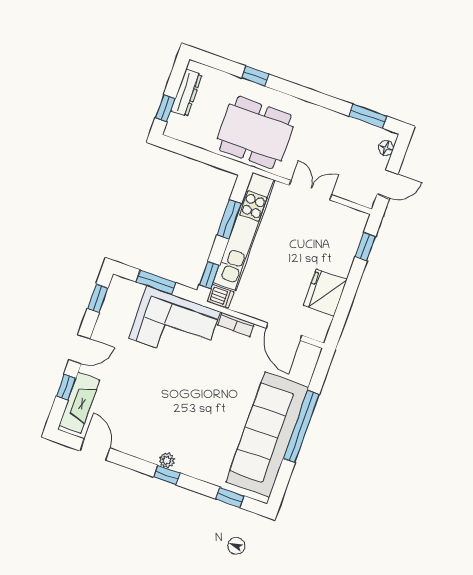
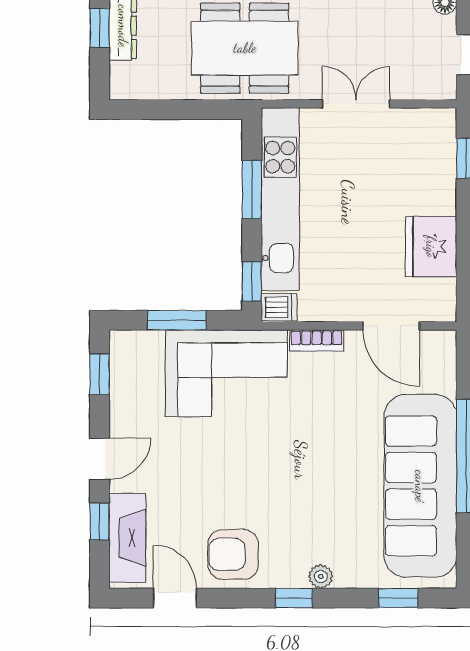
window: (165, 108) -> (100, 28), moved
armchair: (139, 436) -> (233, 554), added
plant: (167, 460) -> (321, 576), moved

